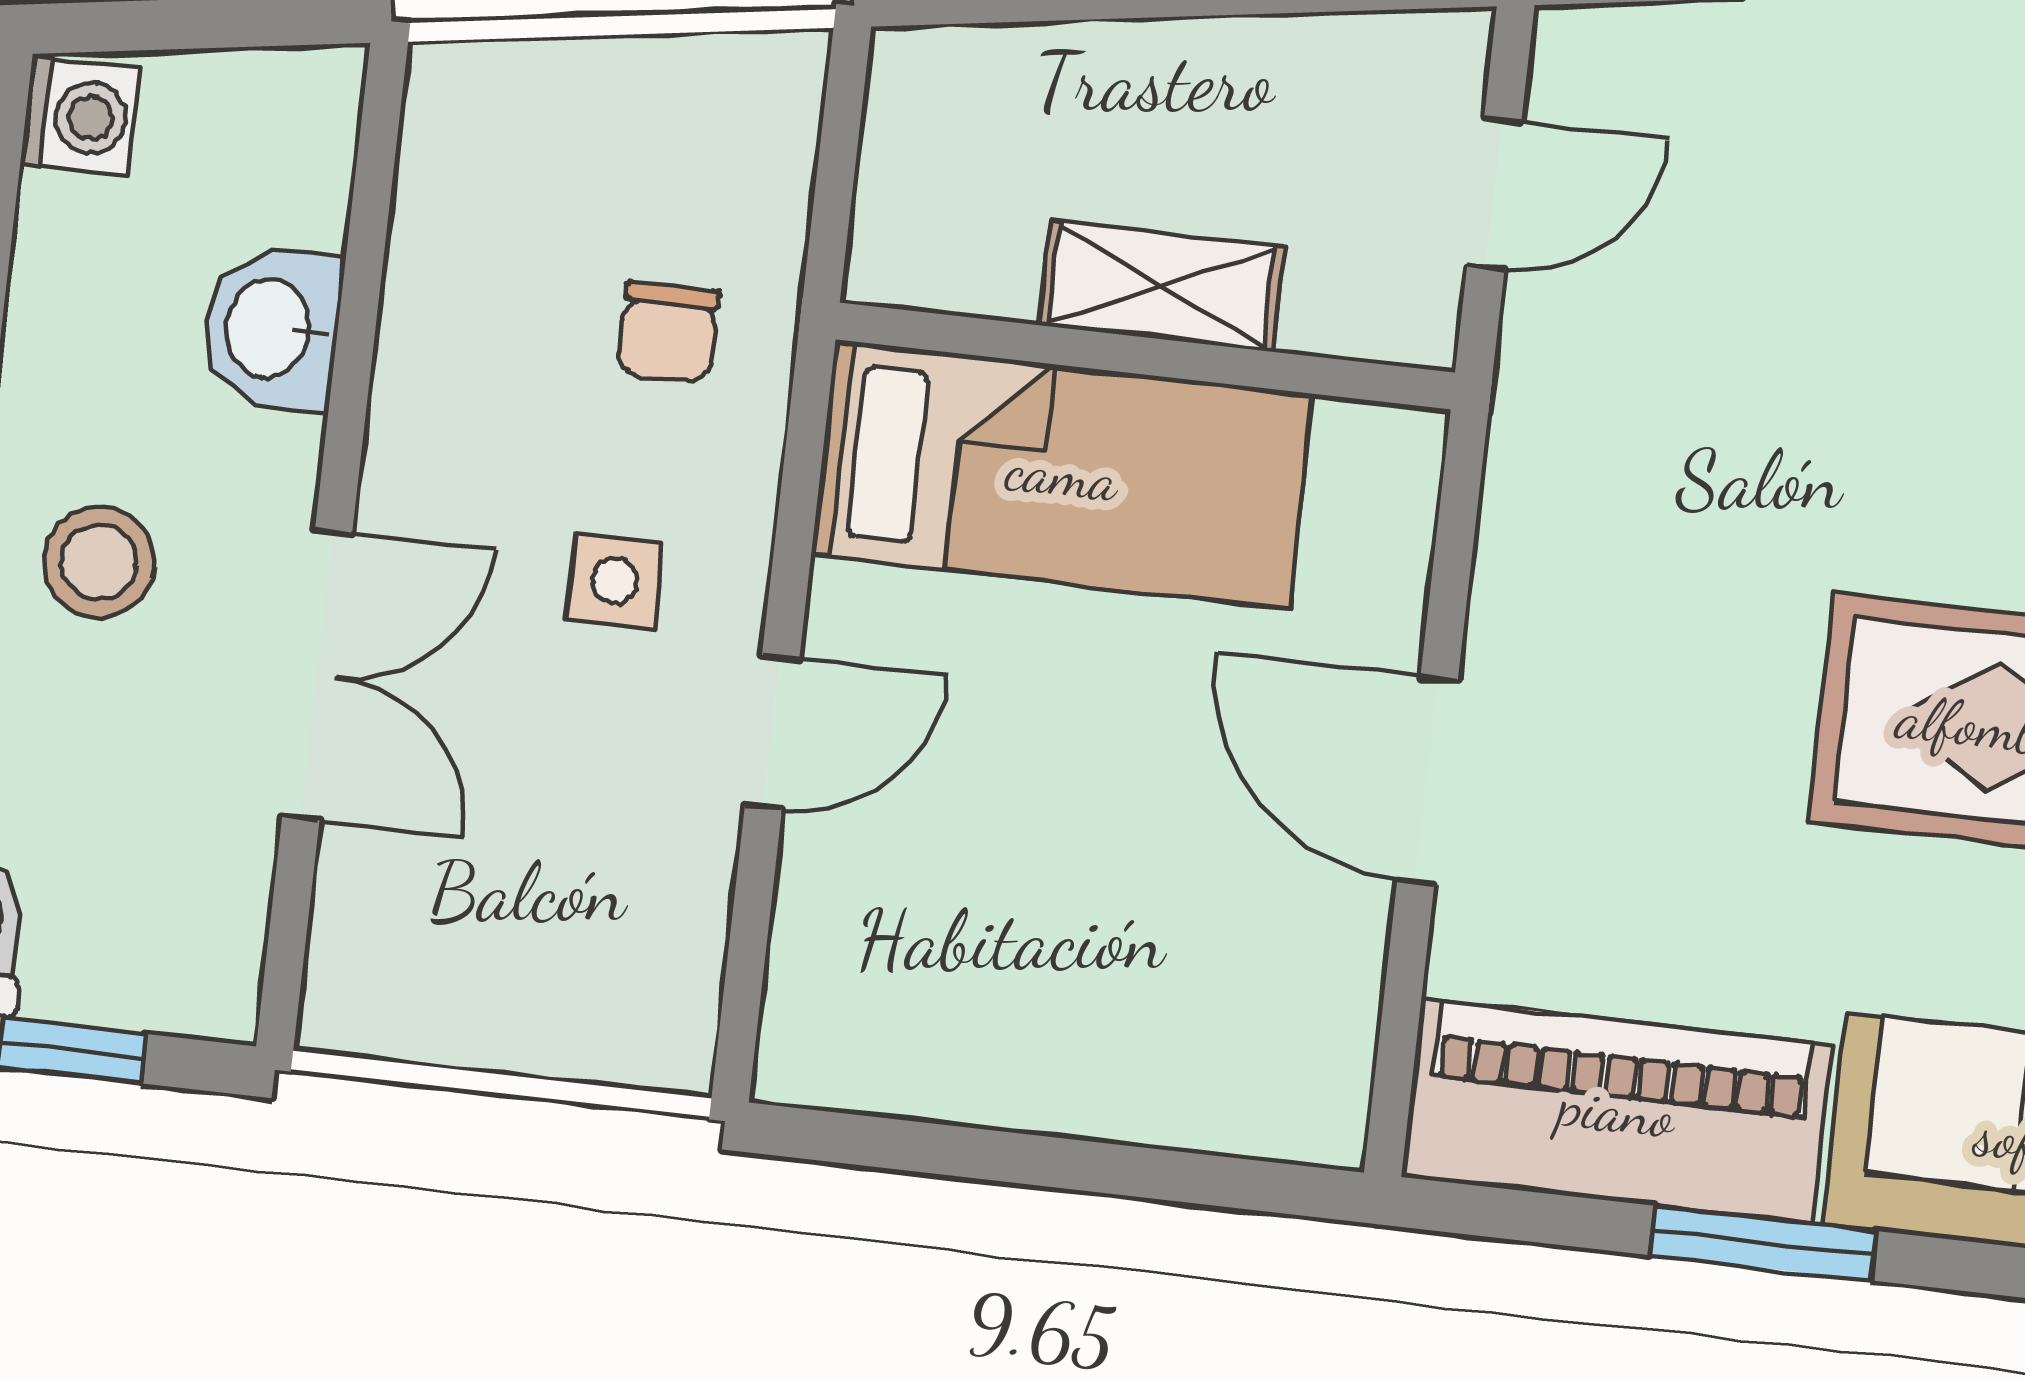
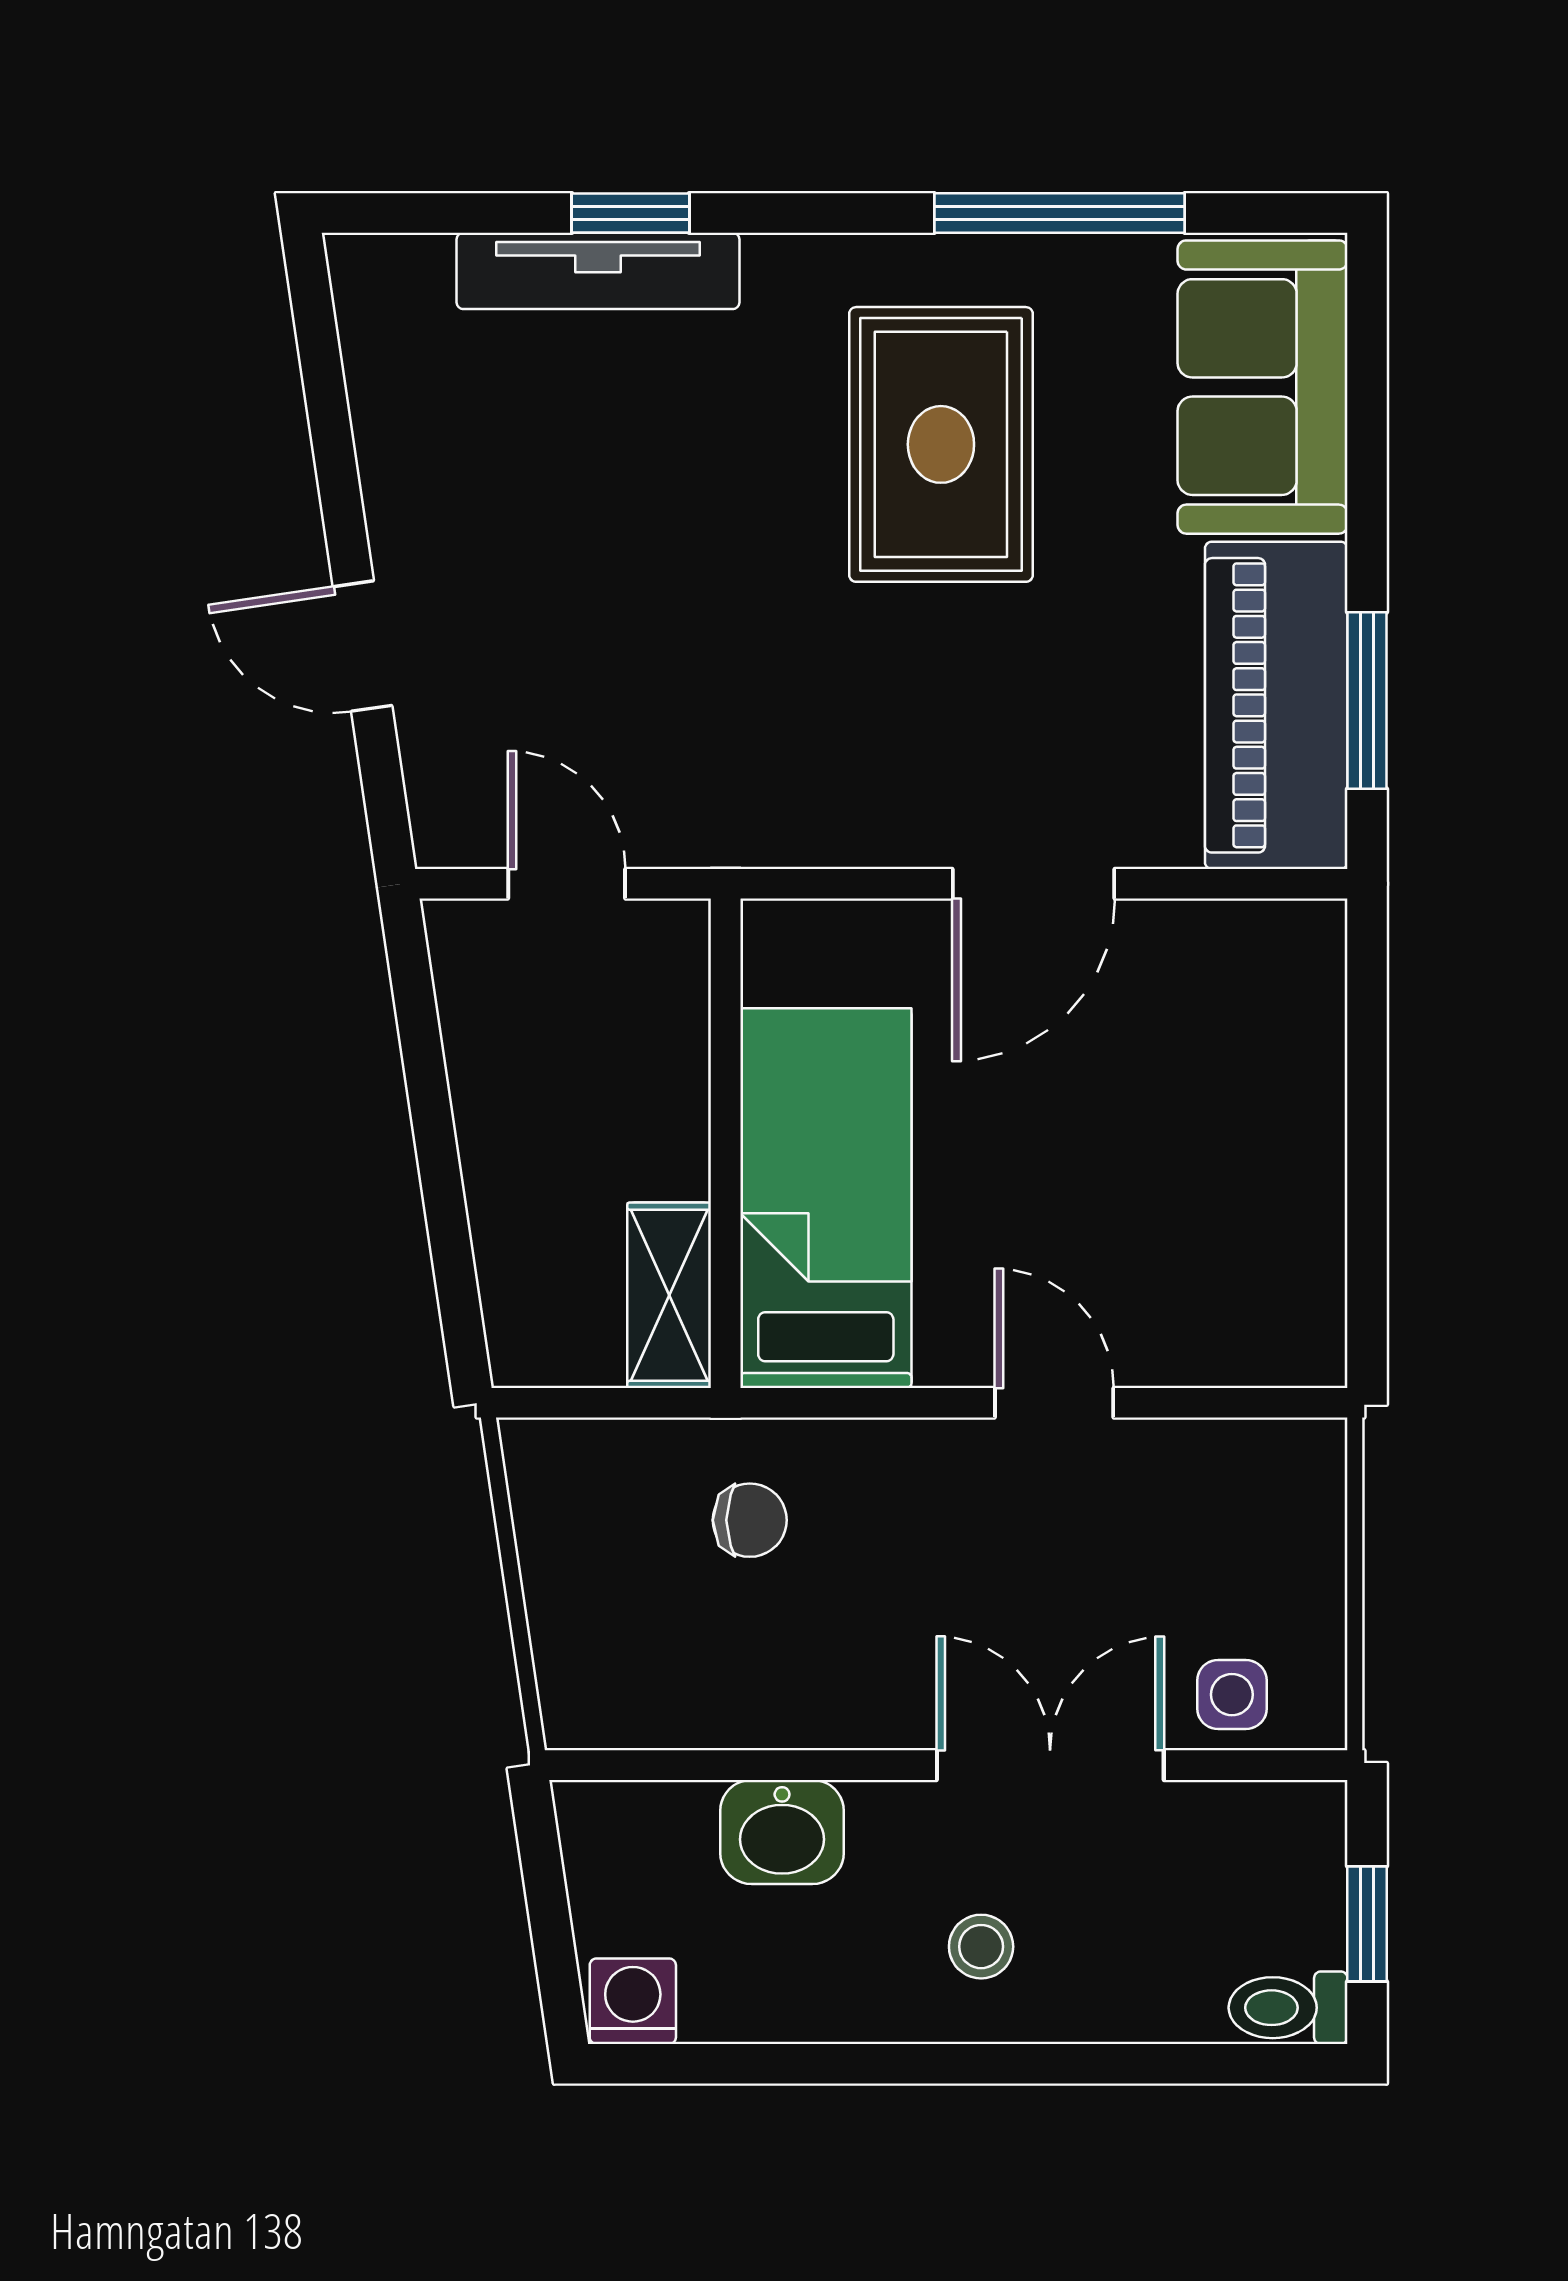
shelving: (1162, 286) -> (669, 1295), moved
stool: (99, 562) -> (981, 1947), width x0.73, depth x0.73
side table: (615, 581) -> (1232, 1695), moved
window: (1763, 1243) -> (1367, 701), moved

